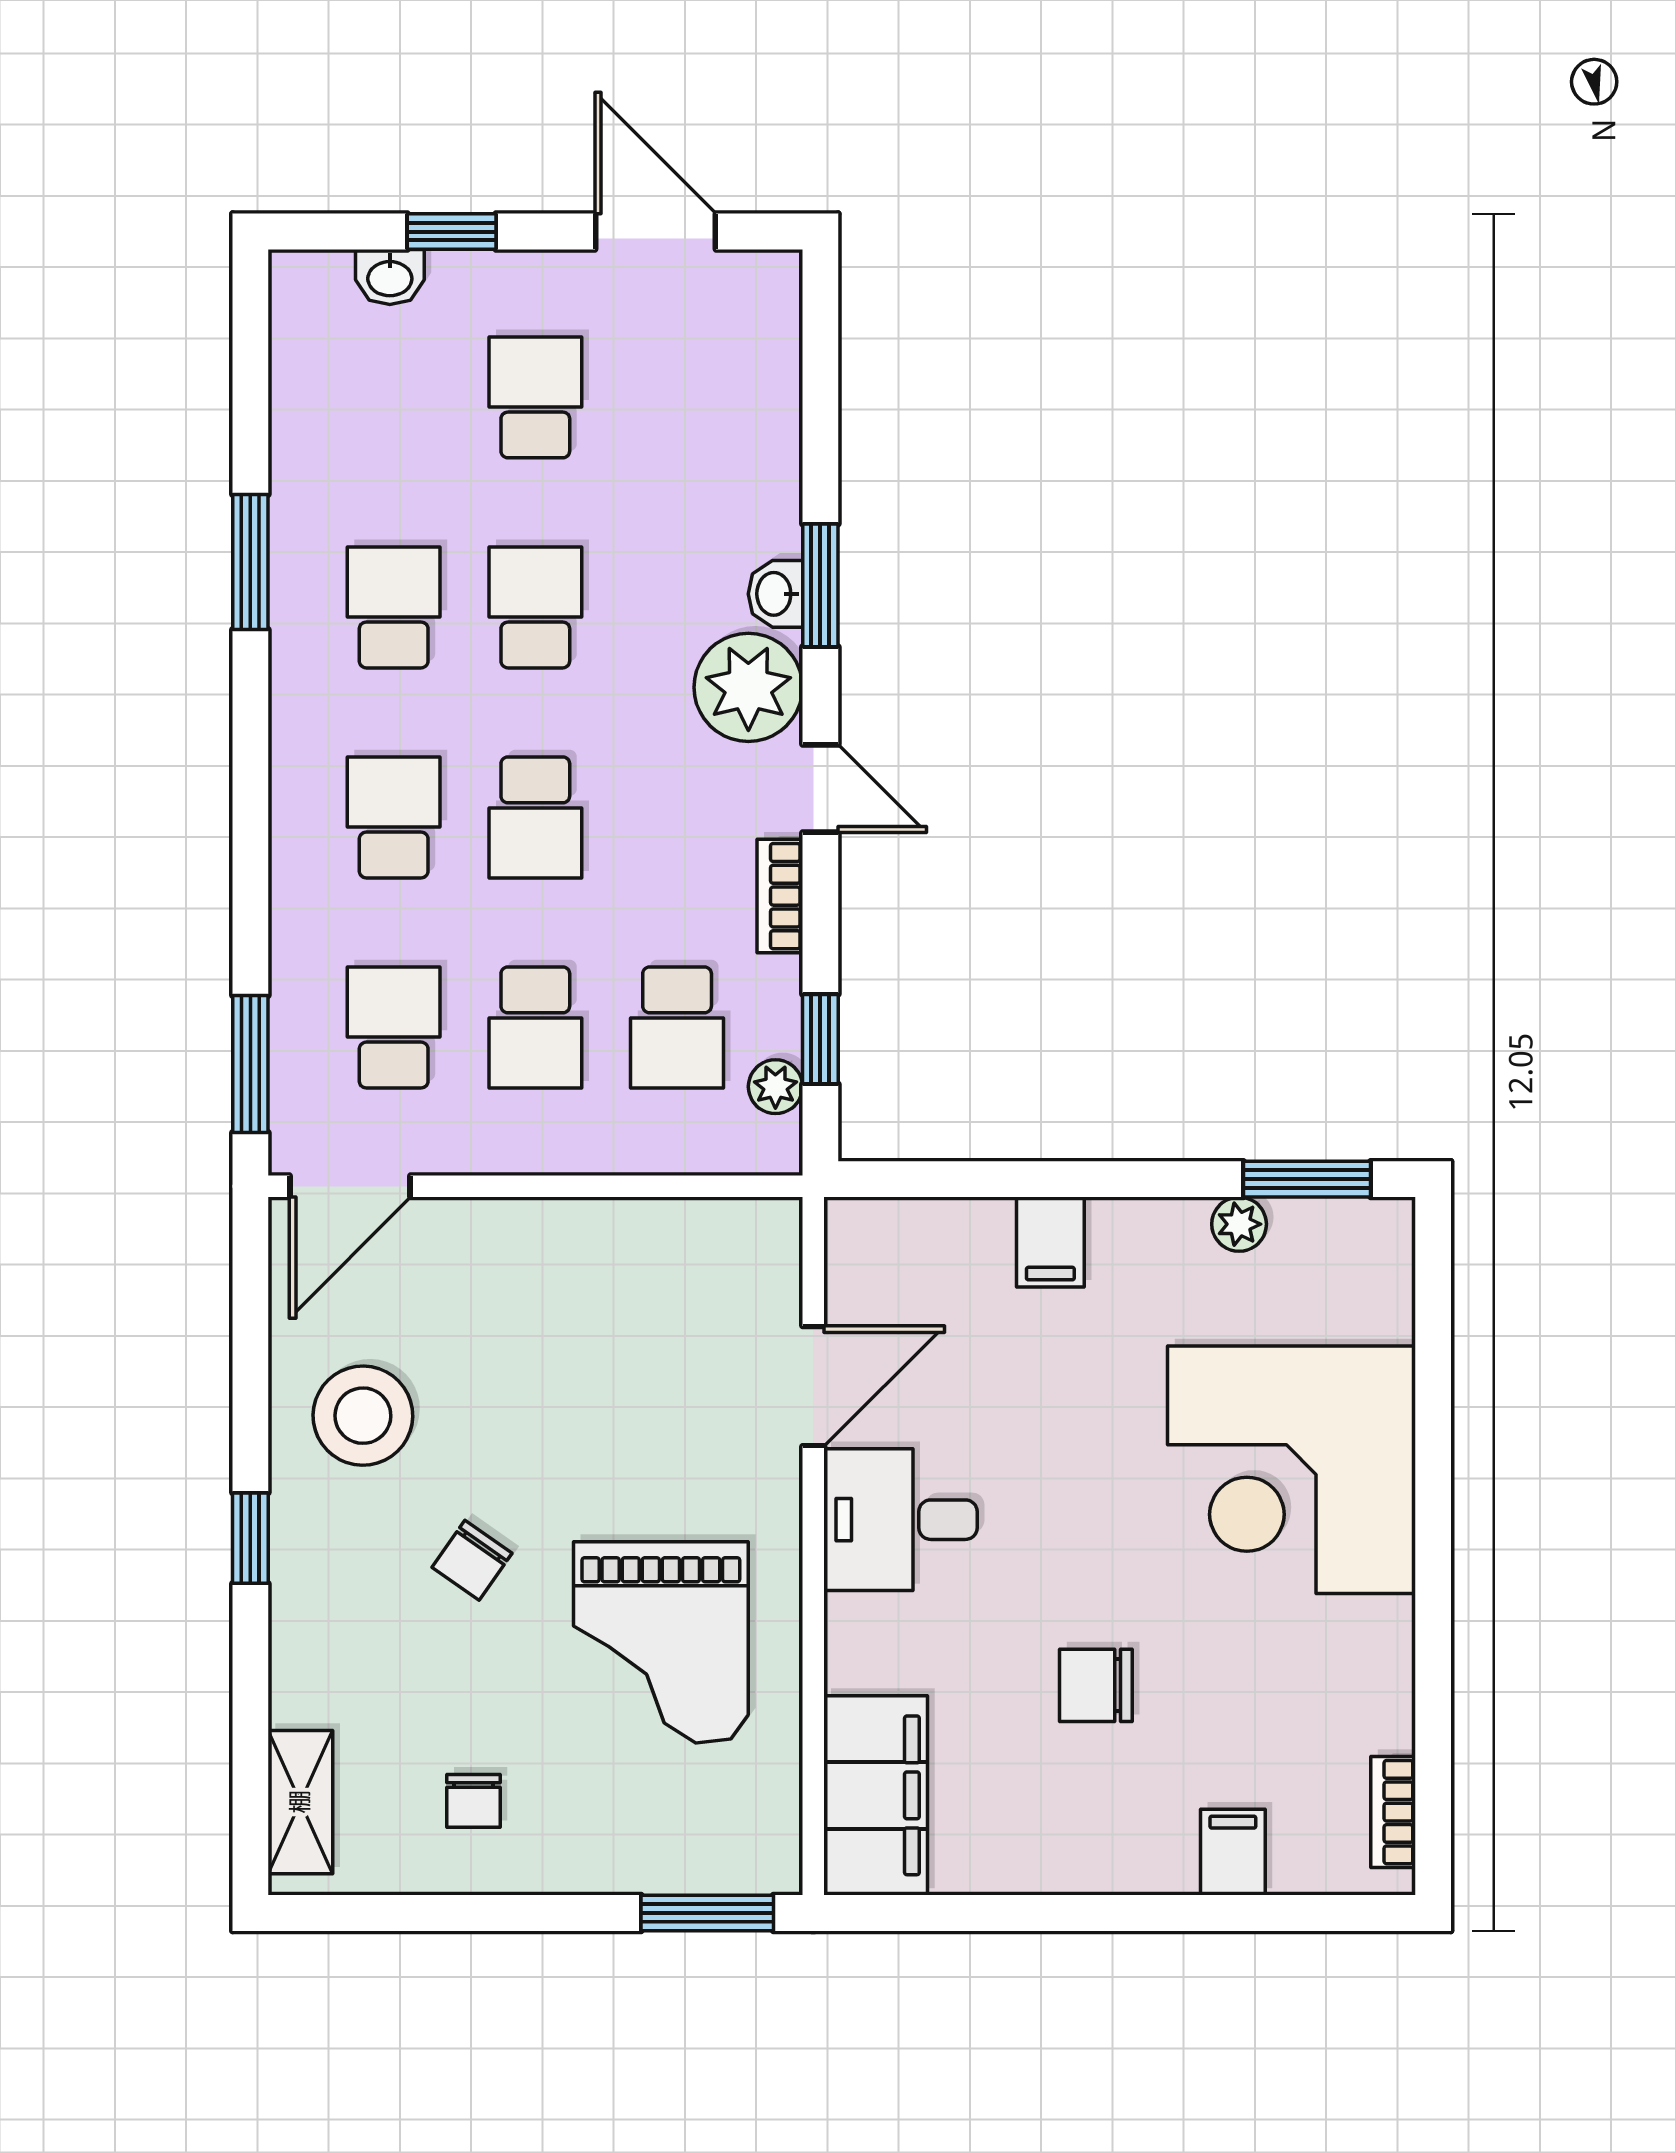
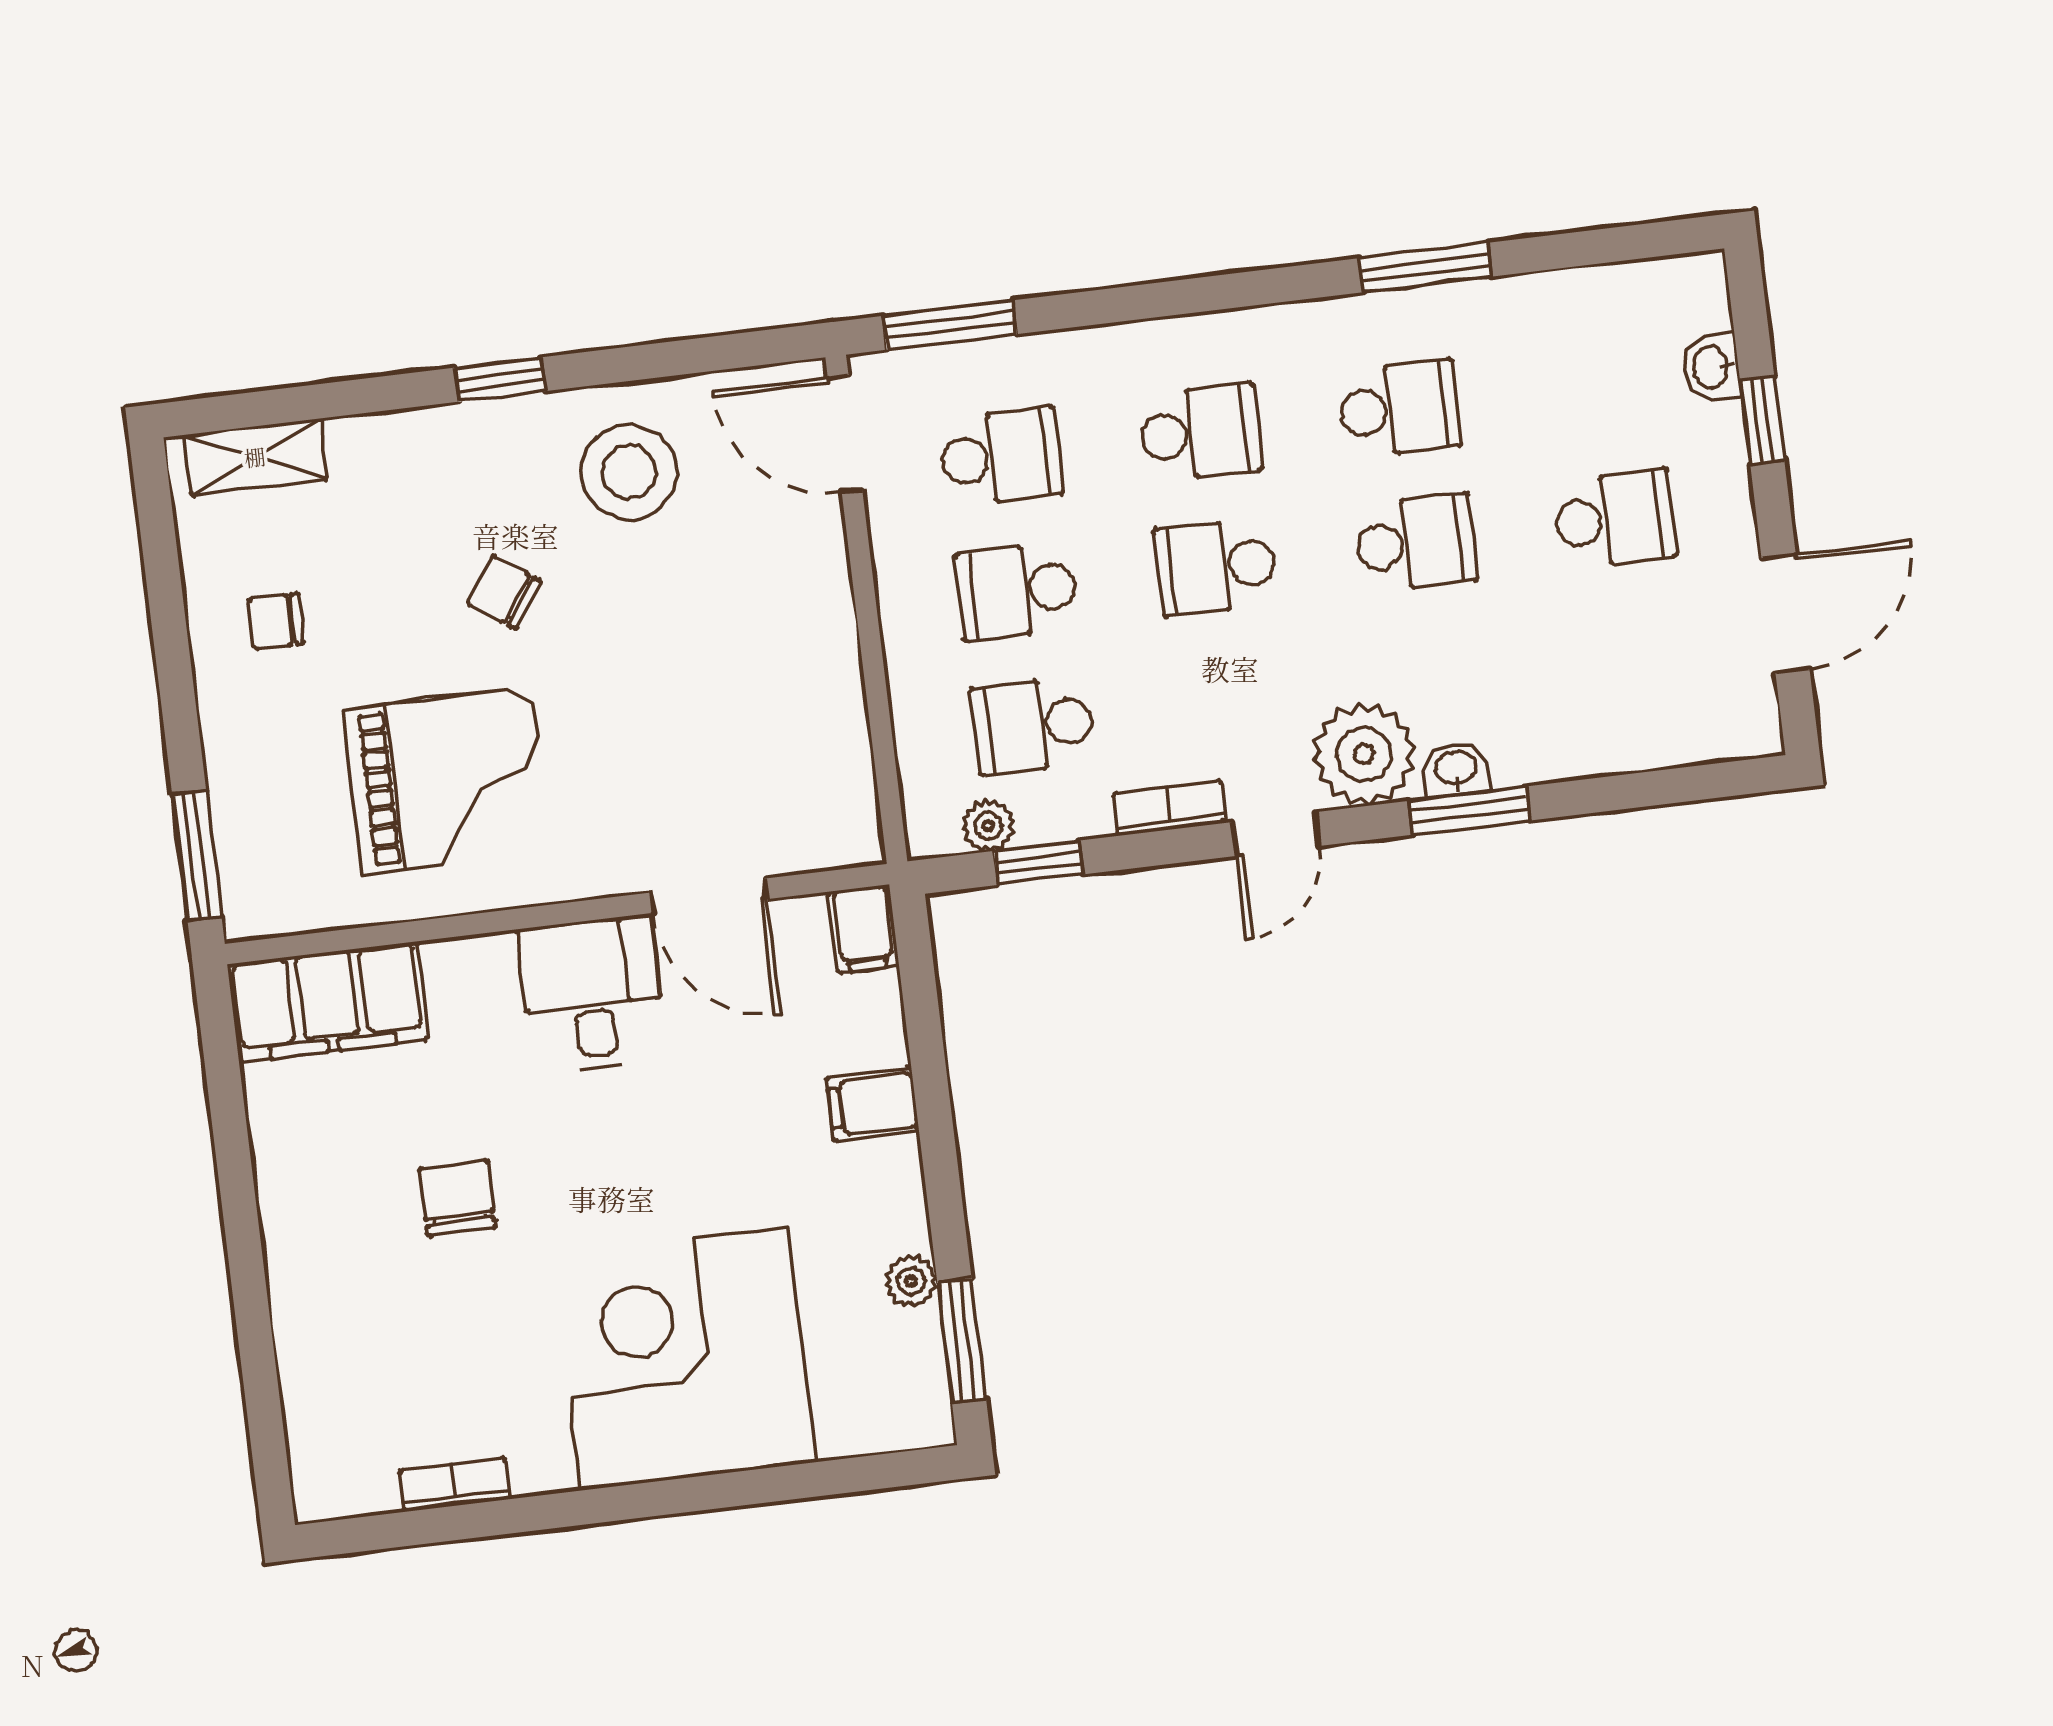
grand piano: (661, 1642) -> (448, 781), turned 180
bookcase: (1393, 1812) -> (455, 1484), moved
filing cabinet: (1233, 1852) -> (864, 929), moved, turned 90

